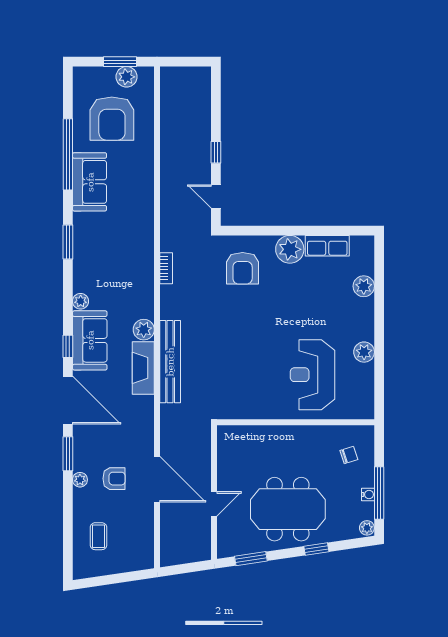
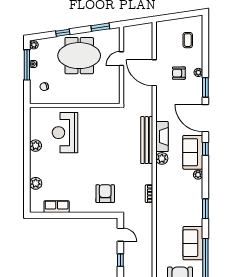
plant: (290, 249) -> (78, 204), removed
reception desk: (312, 375) -> (65, 133), turned 180

